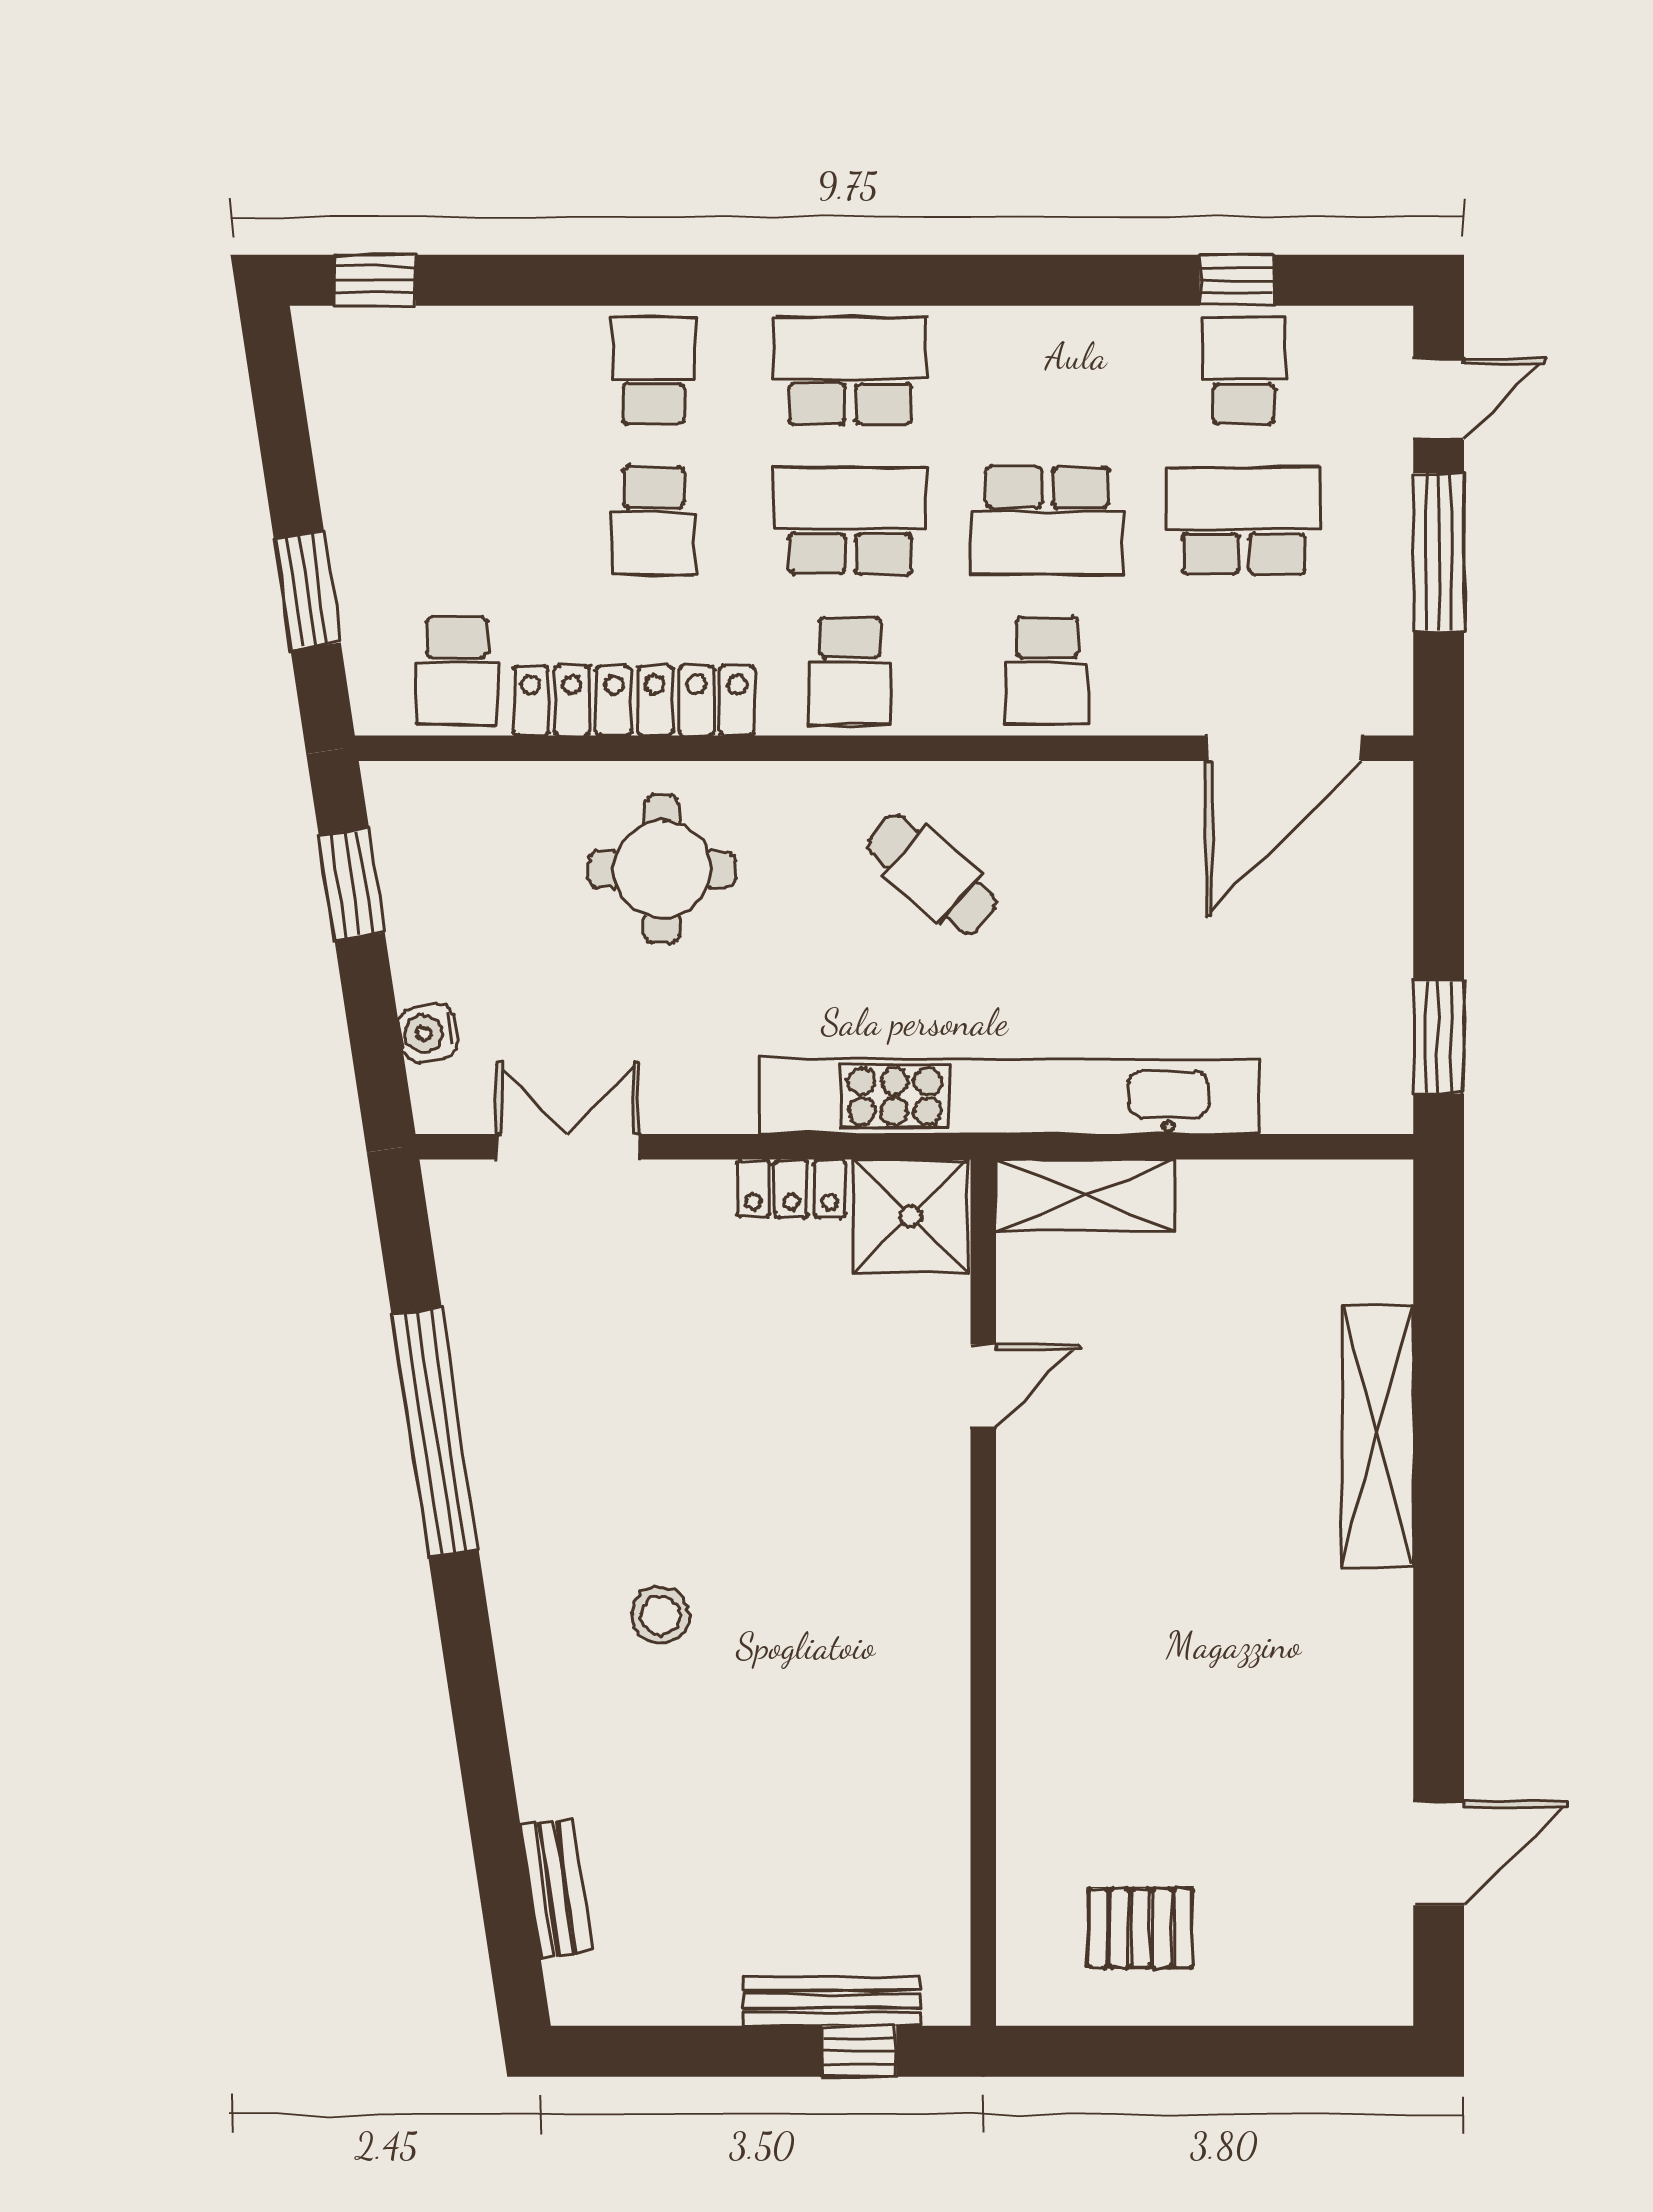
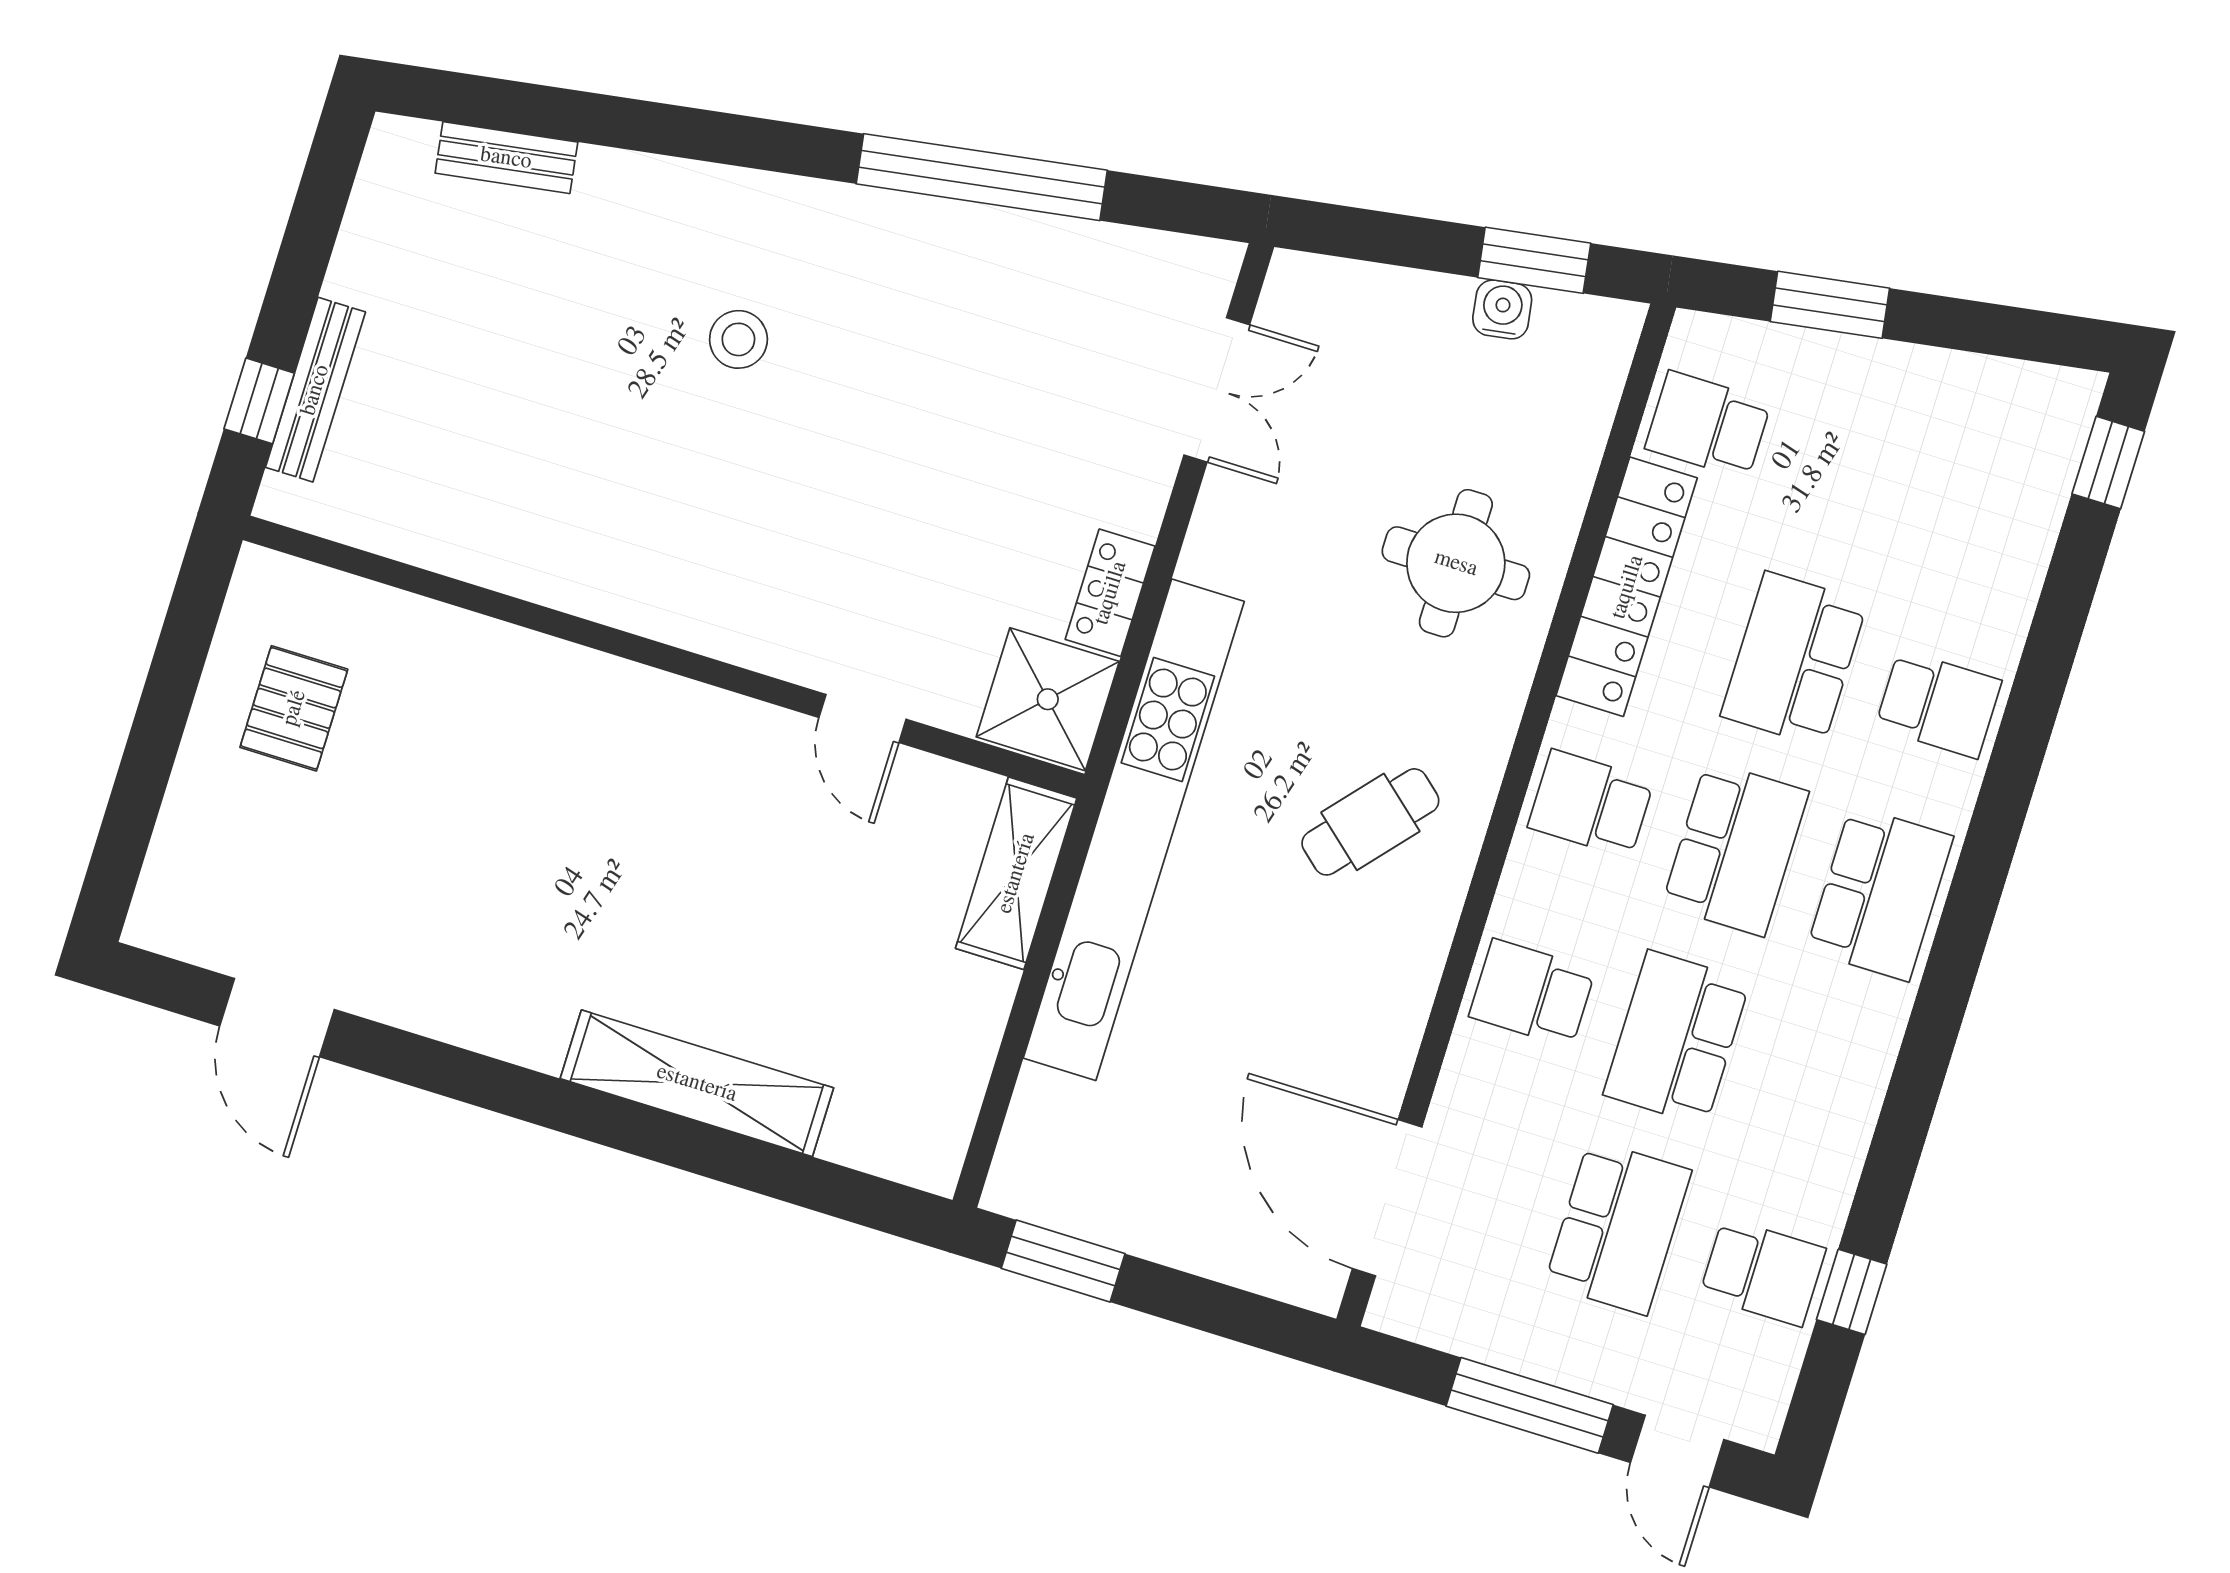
school desk: (654, 521) -> (1794, 659), width x1.85
water cooler: (428, 1033) -> (1502, 309), moved

